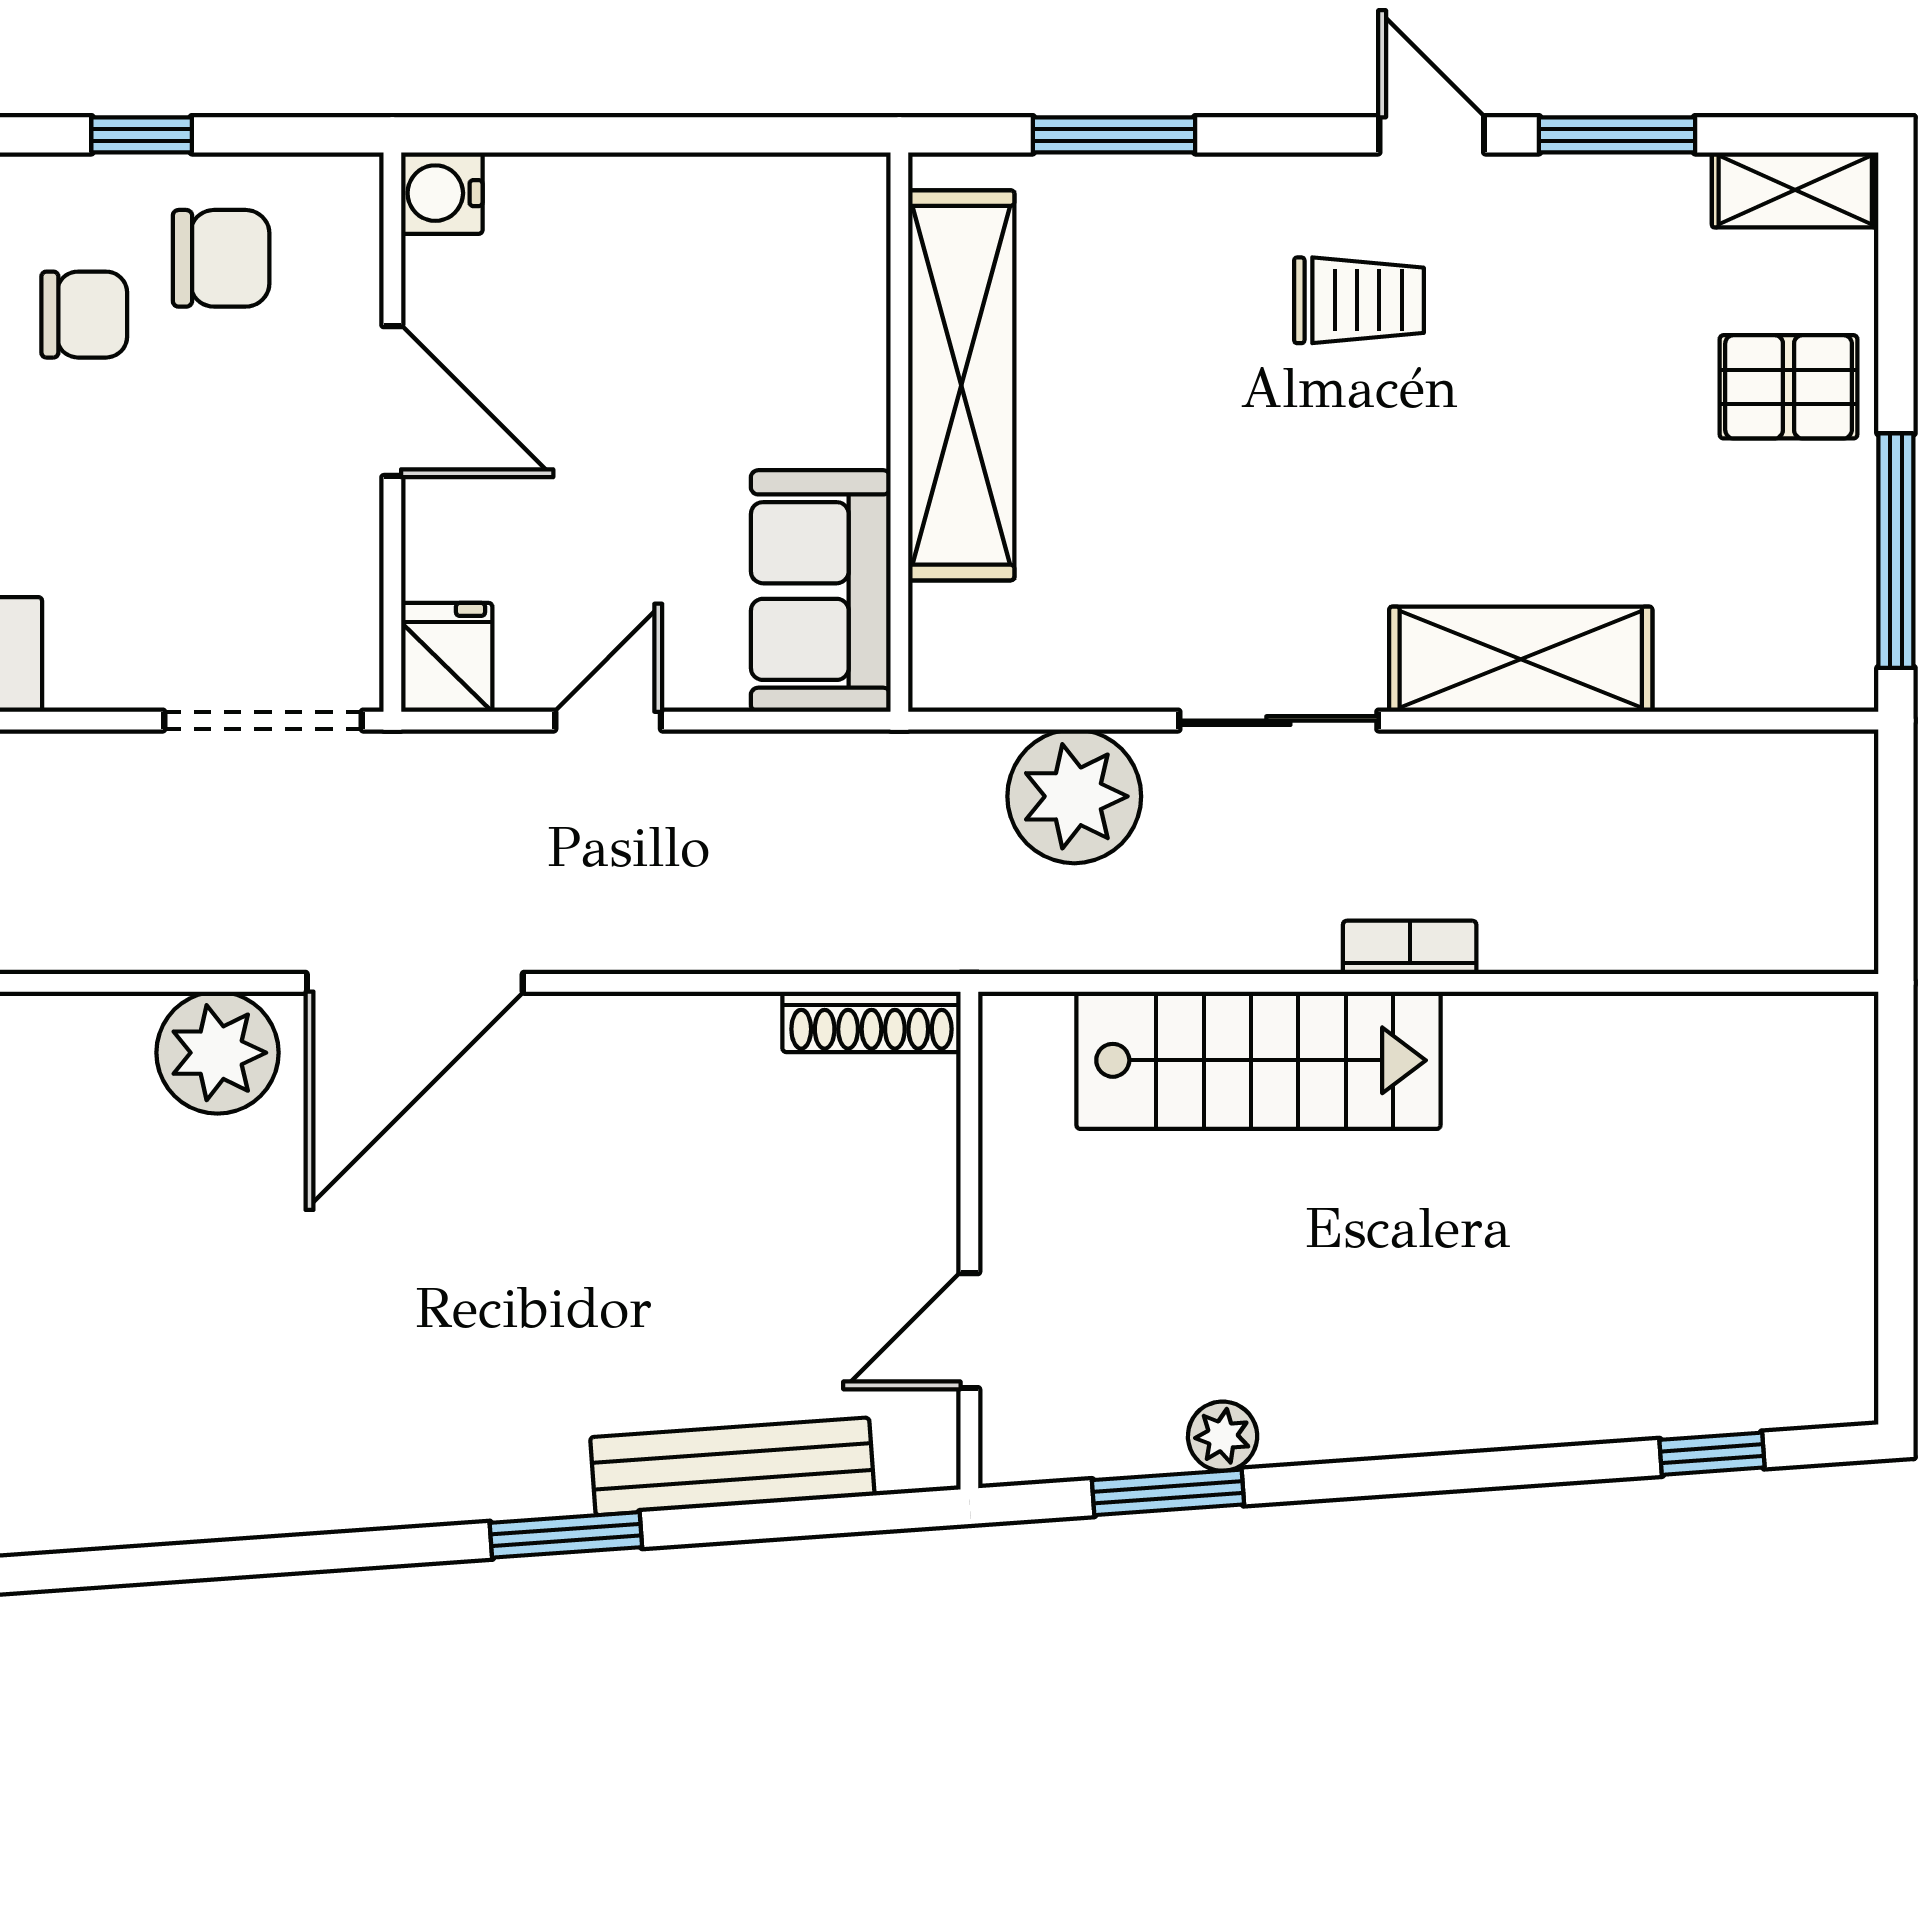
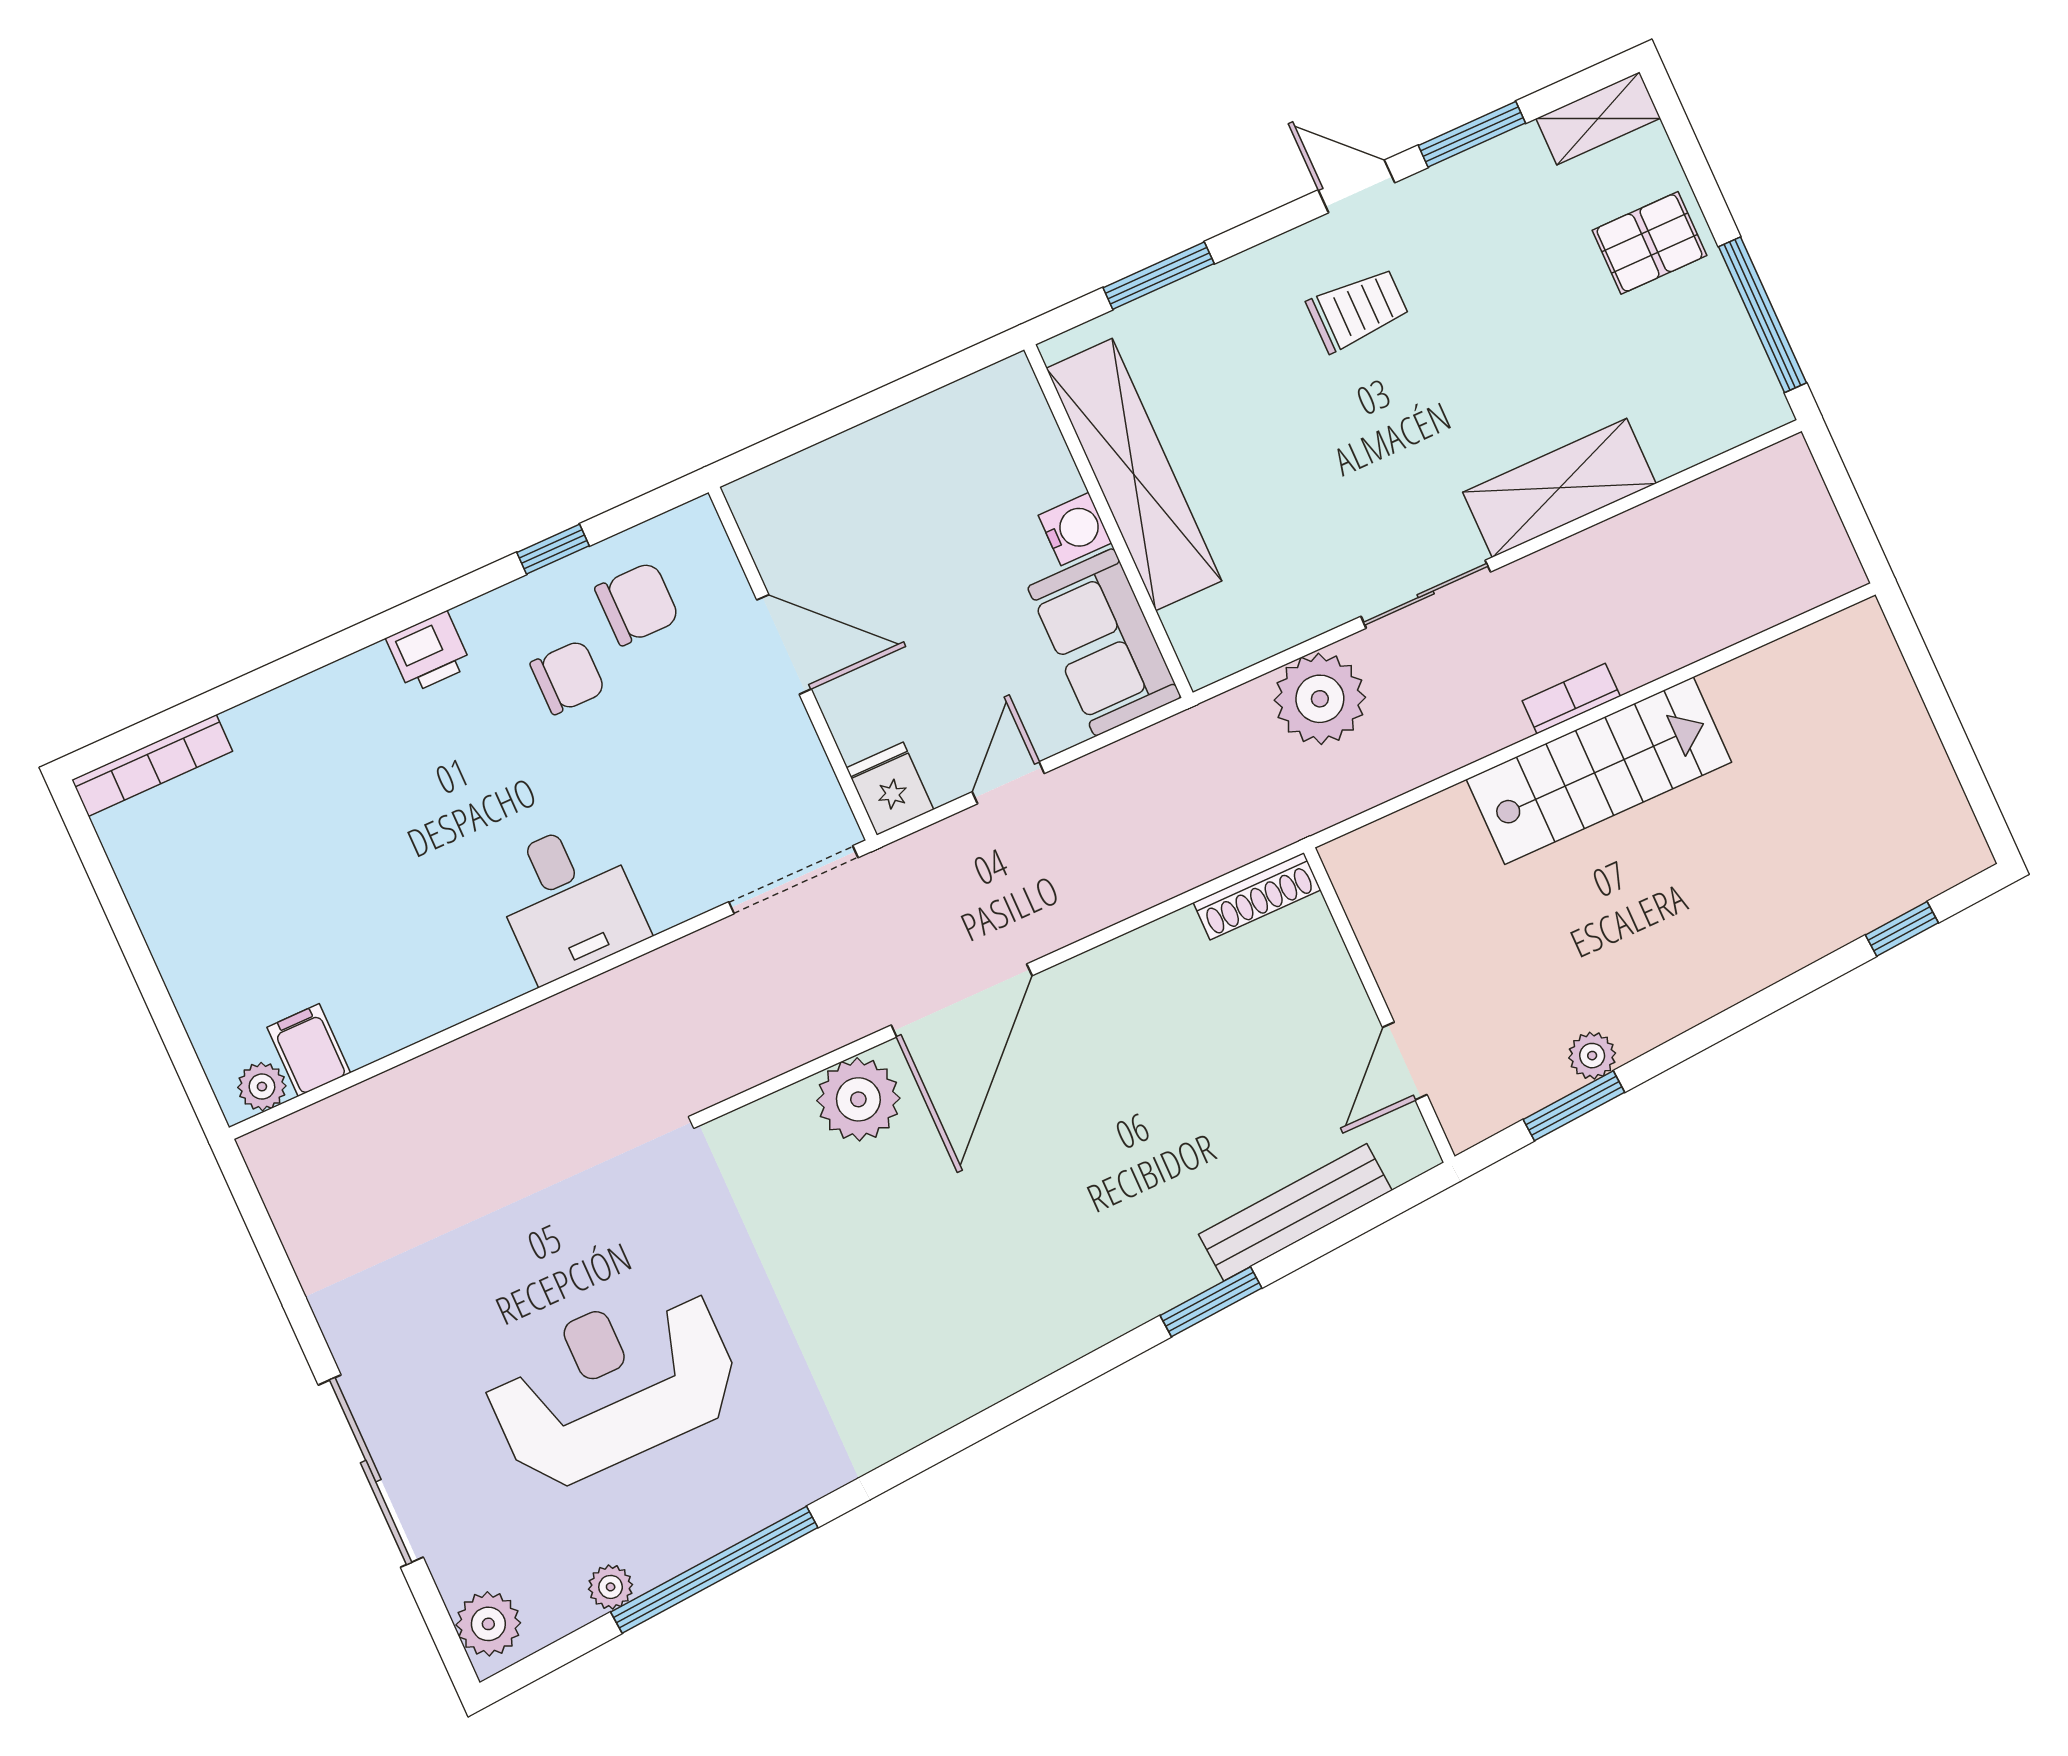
water cooler: (442, 193) -> (1075, 529), moved, turned 180
stairs: (1258, 1060) -> (1599, 771), moved

